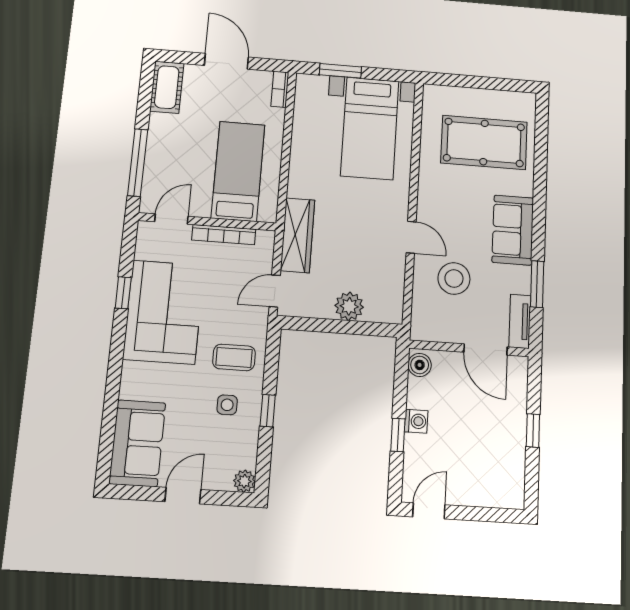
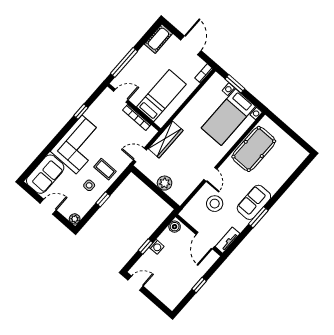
pool table: (484, 142) -> (254, 149), moved, turned 90
window: (537, 284) -> (258, 217), moved
corner sofa: (164, 312) -> (79, 145), moved

